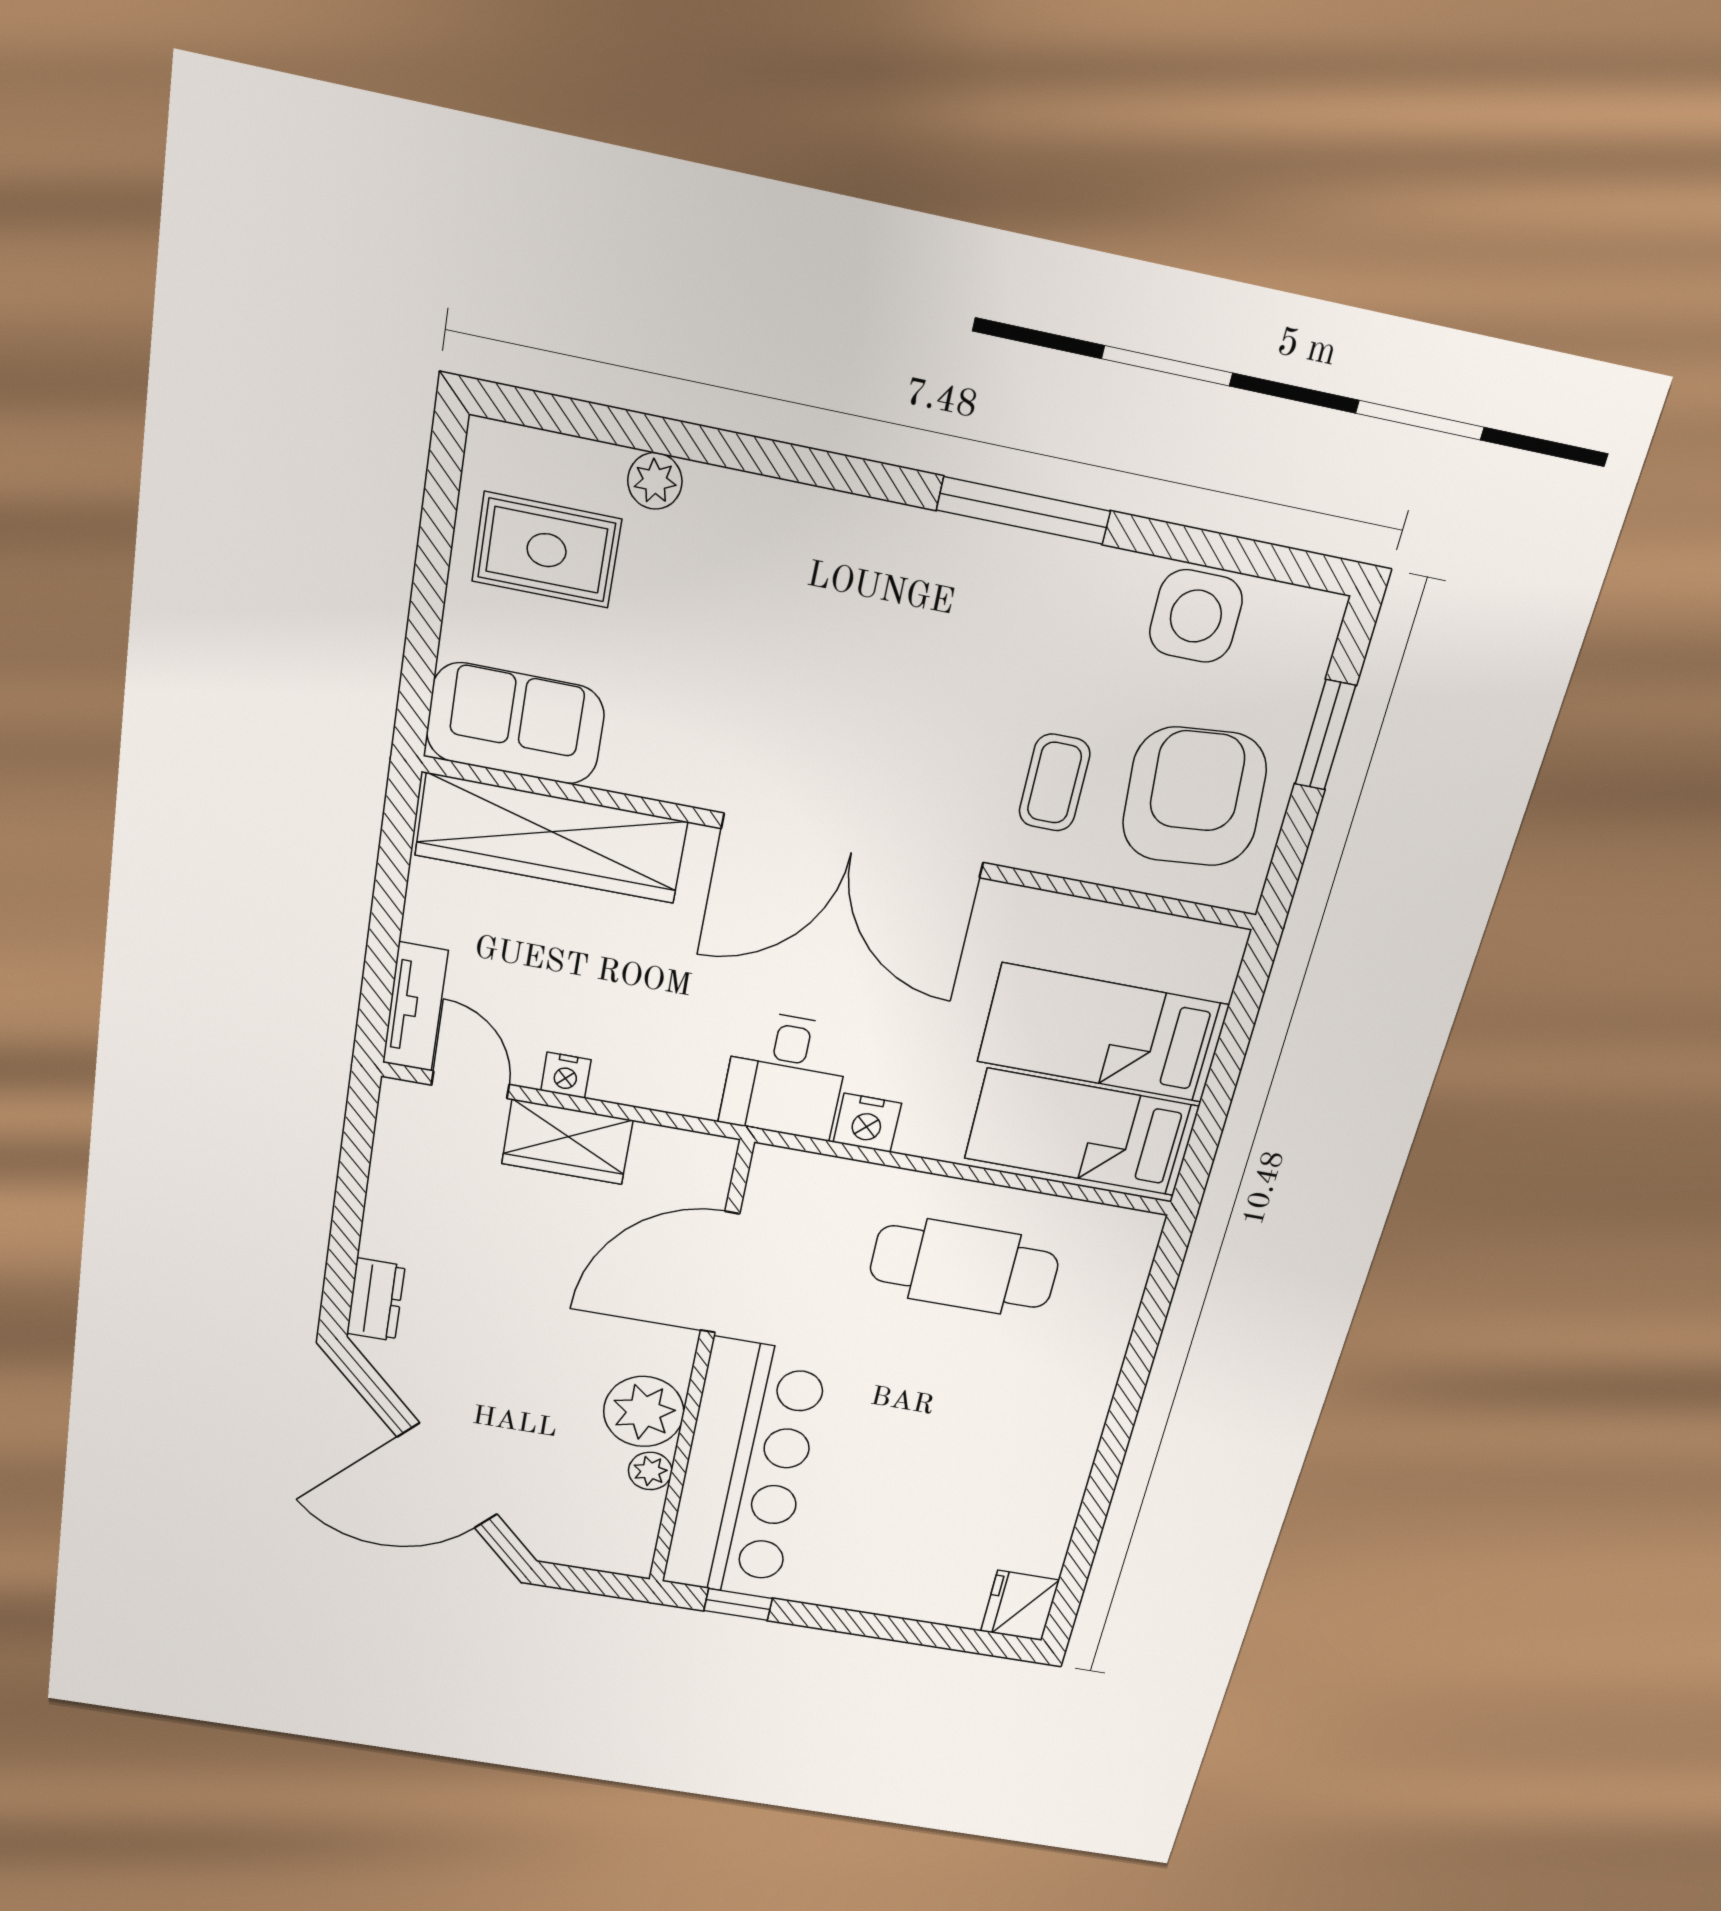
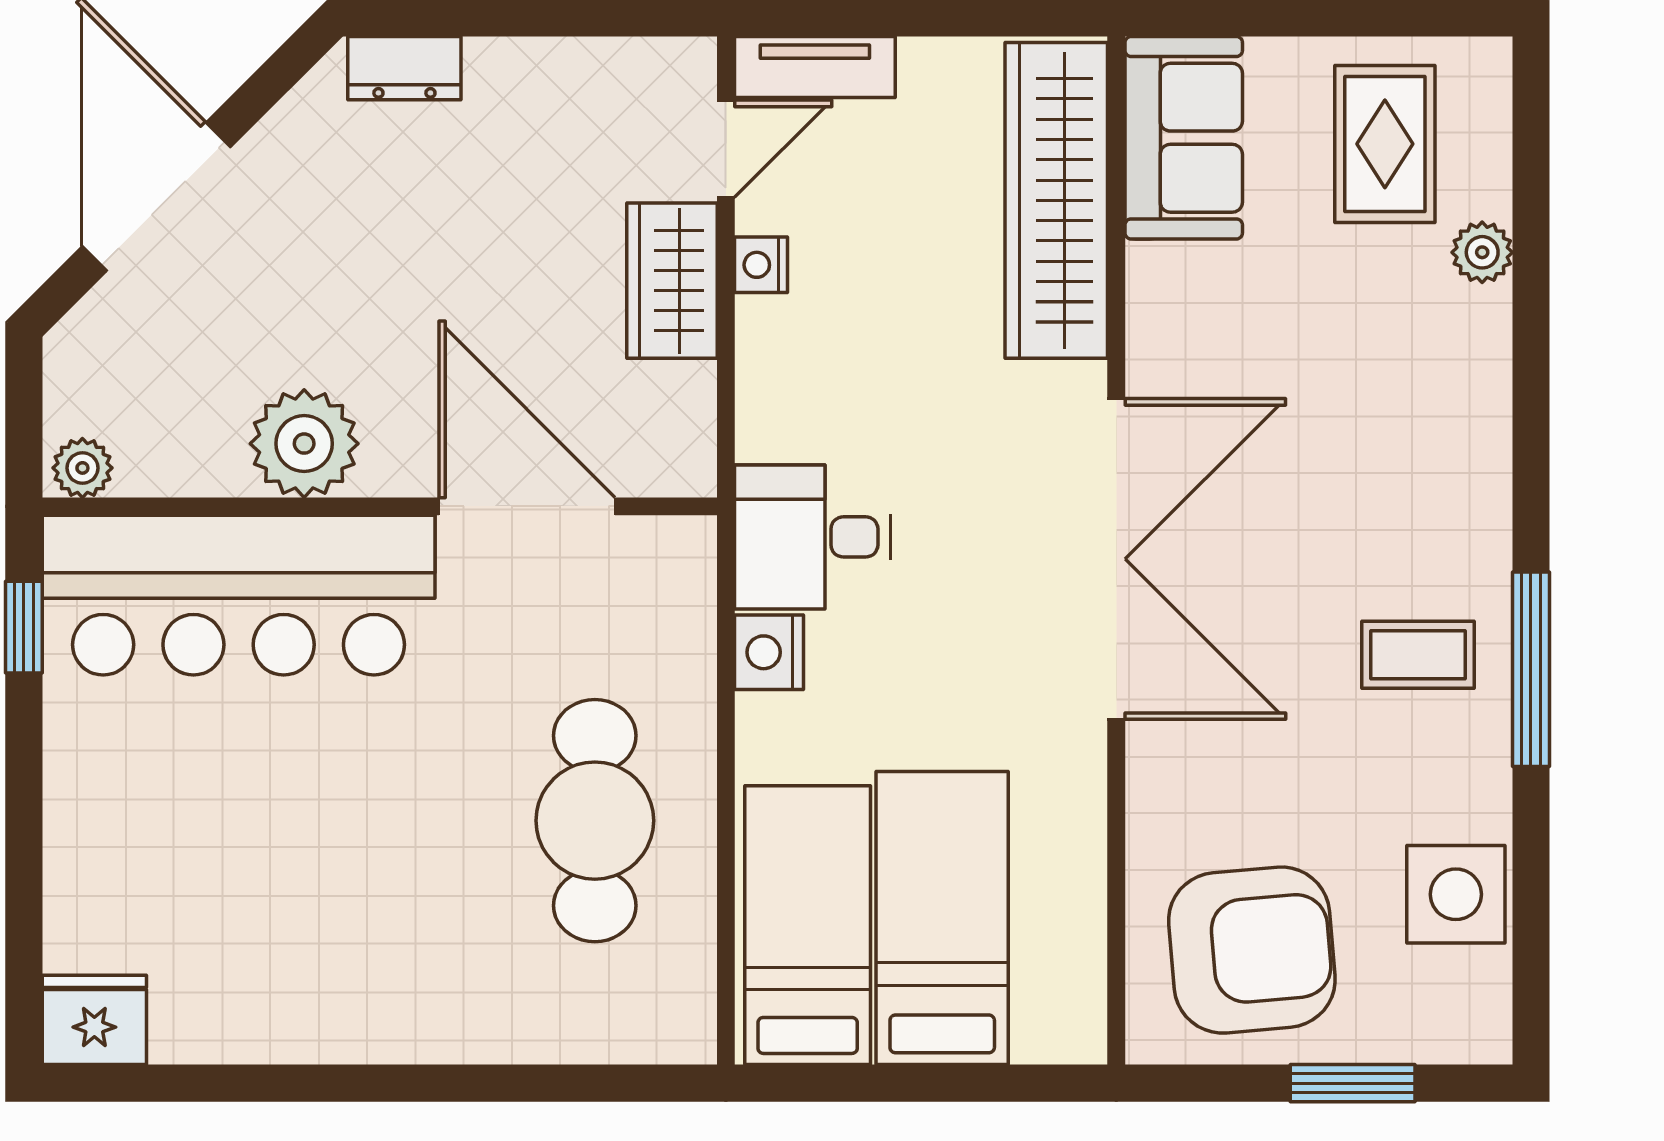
coffee table: (1054, 783) -> (1418, 655), moved
double door: (853, 846) -> (1116, 559), swing flipped
plant: (650, 1471) -> (82, 468), moved

